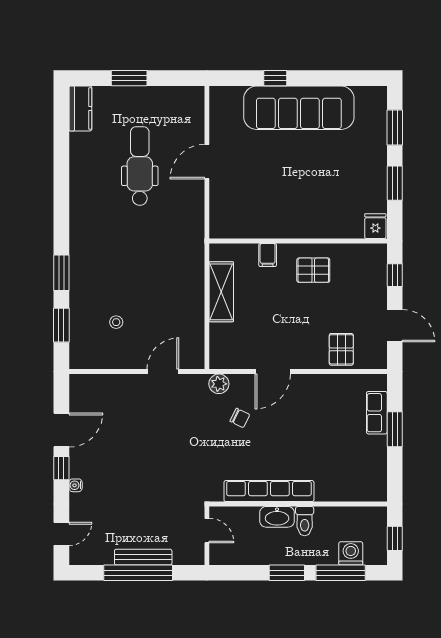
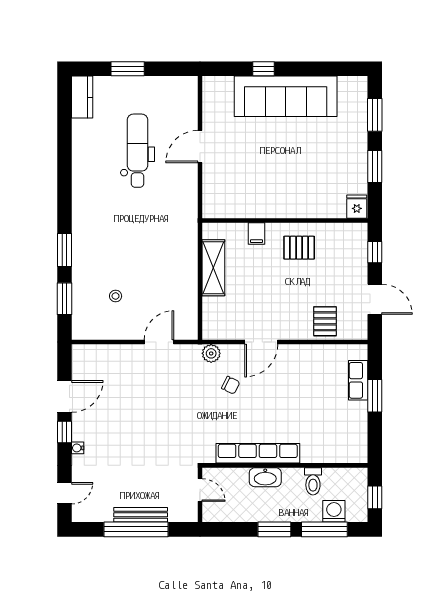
toilet: (305, 521) -> (313, 481), moved

